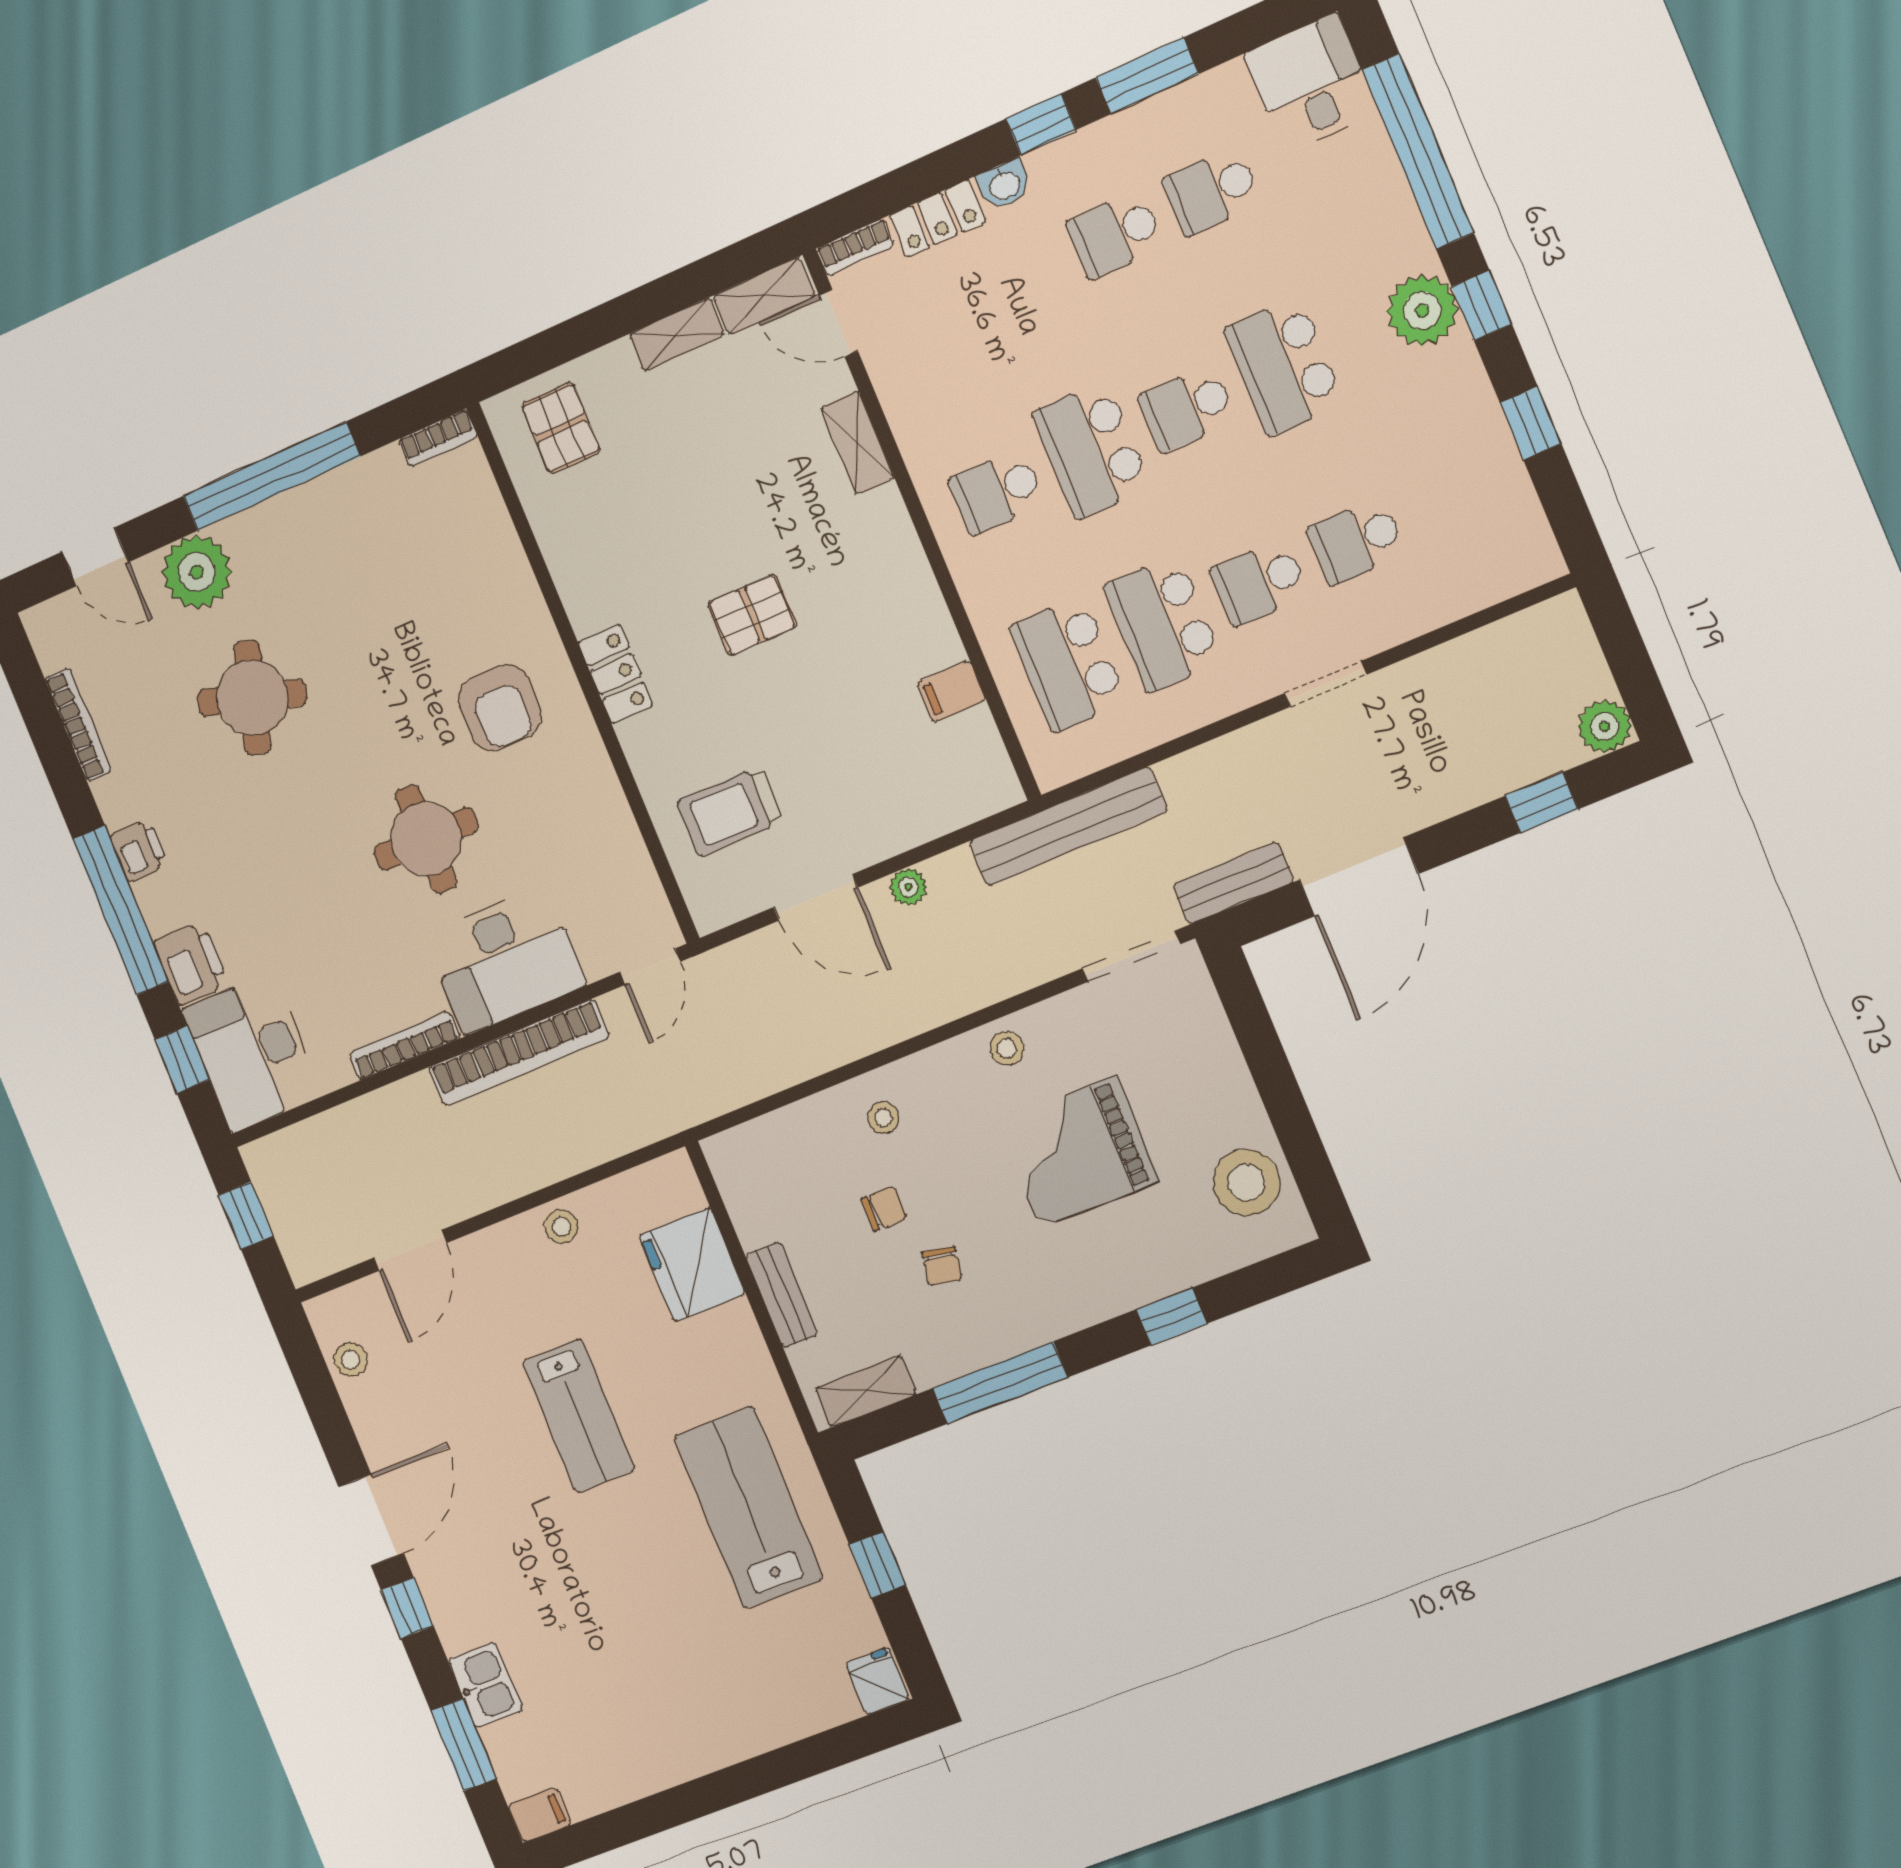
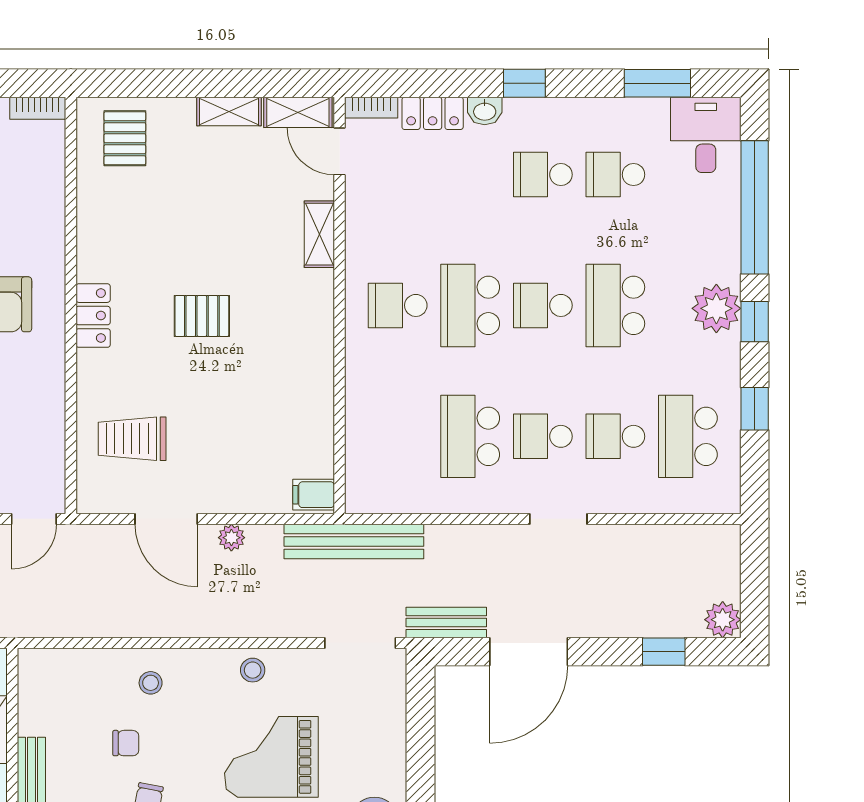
window: (1147, 76) -> (657, 83), moved
school desk: (1068, 664) -> (688, 436), moved
filing cabinet: (951, 691) -> (314, 495), moved

